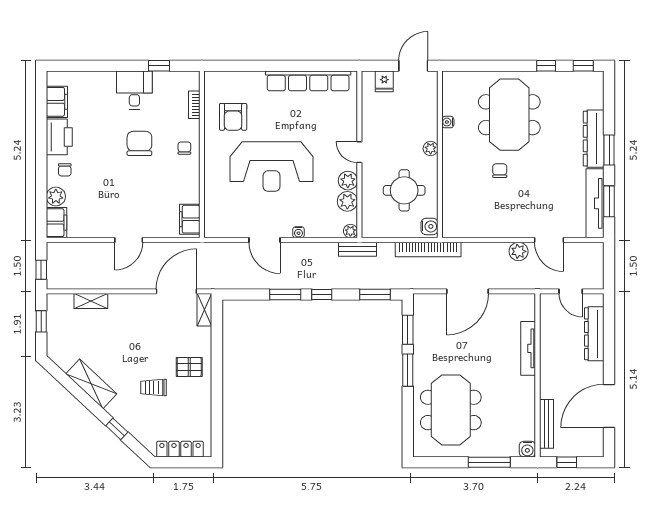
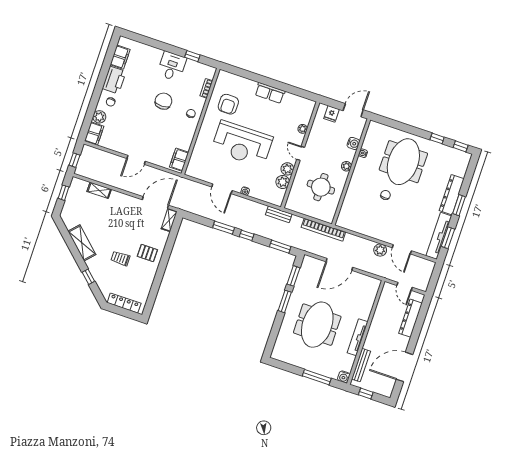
row of seats: (308, 81) -> (270, 93), width x0.50
water cooler: (429, 226) -> (353, 143), moved
plant: (350, 231) -> (303, 129), moved
tv unit: (528, 348) -> (358, 337), moved
meeting table: (451, 410) -> (317, 325), moved

